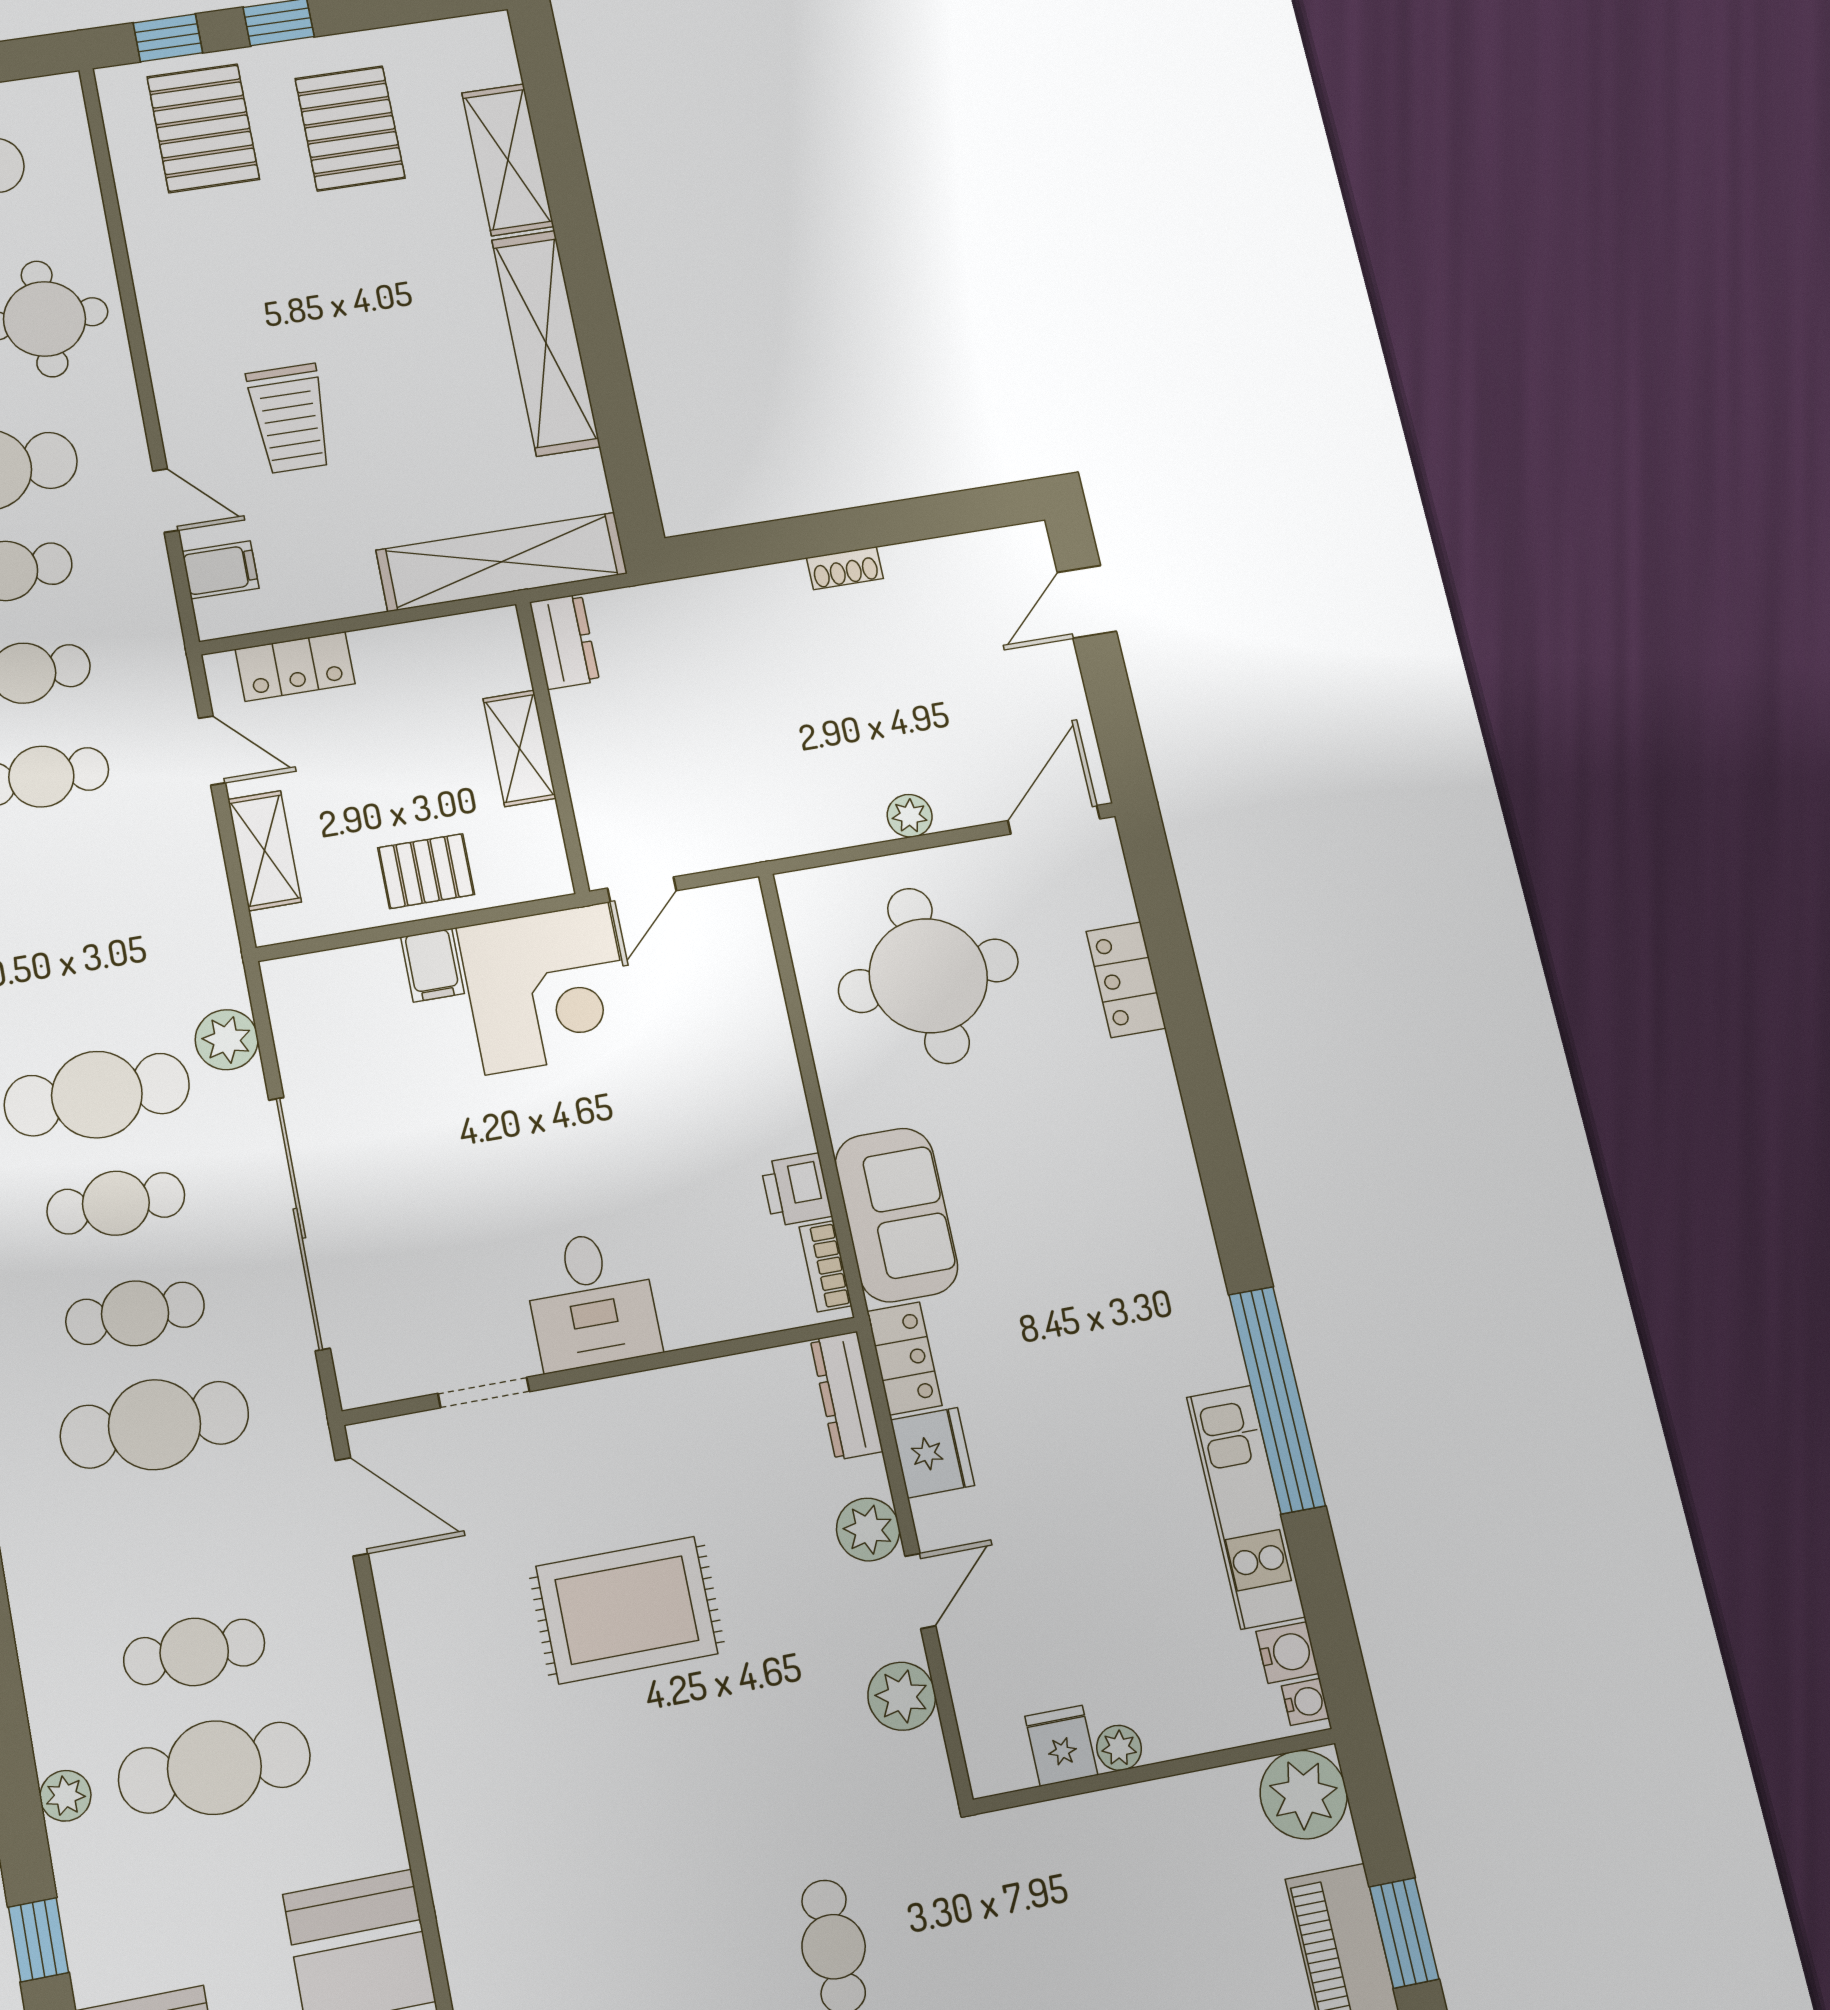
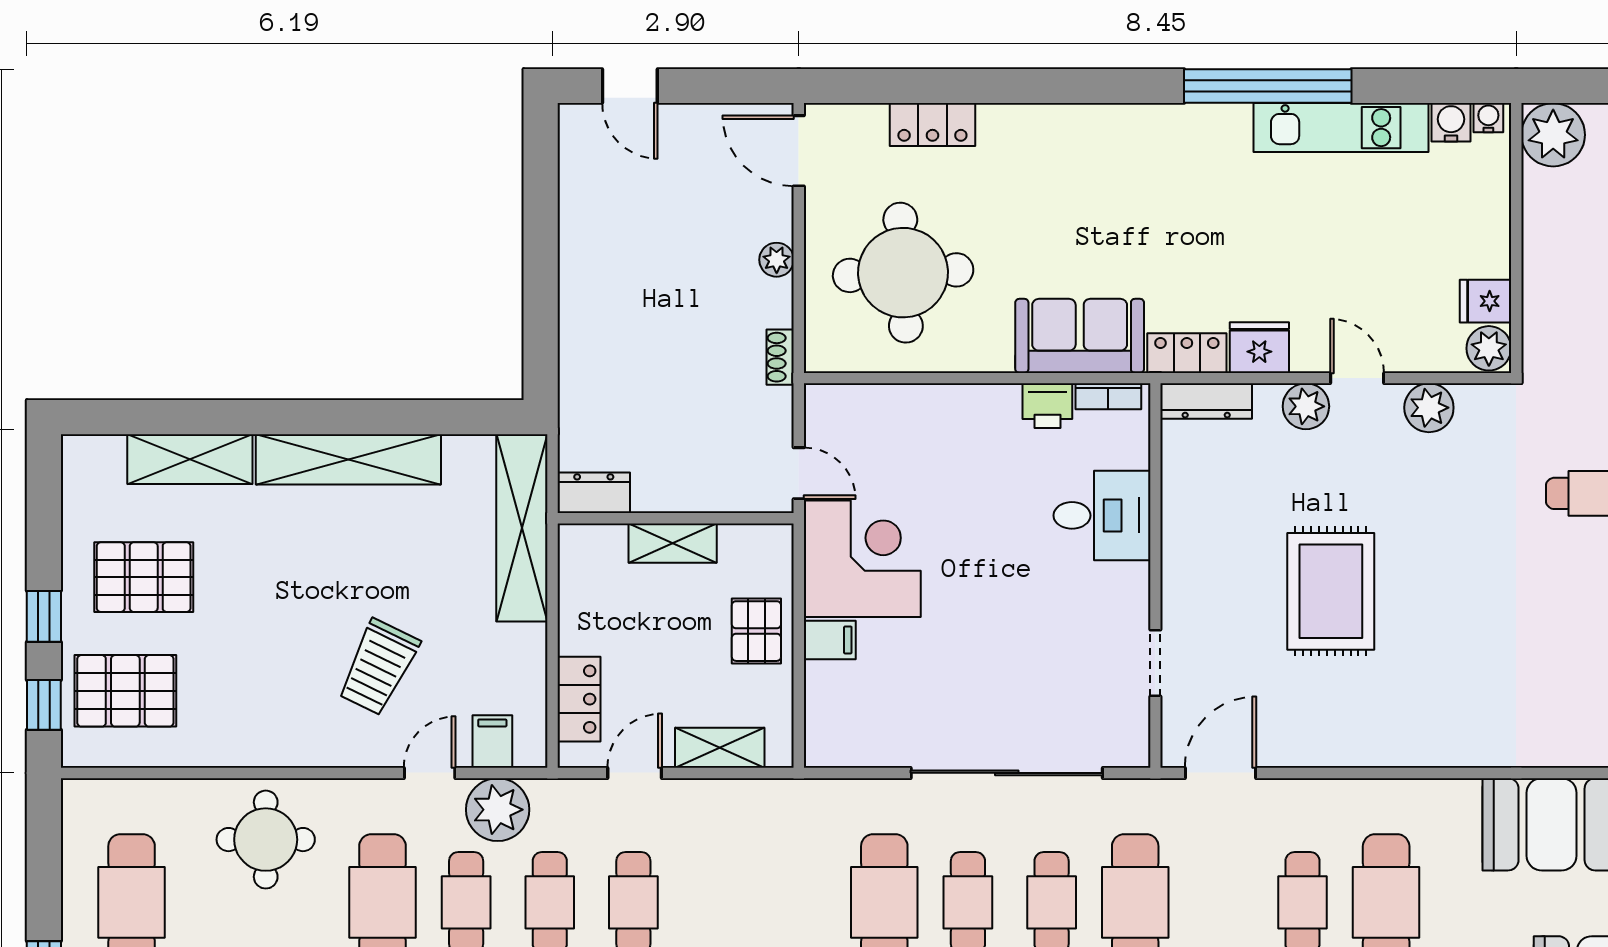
trolley: (290, 418) -> (378, 667), turned 116
shoe rack: (845, 568) -> (780, 357), moved, turned 180
plant: (227, 1040) -> (498, 810), moved, width x1.36, depth x1.36
desk: (591, 1300) -> (1102, 515), moved
plant: (1119, 1748) -> (1489, 348), moved, width x1.38, depth x1.38

